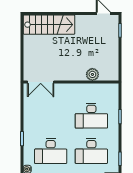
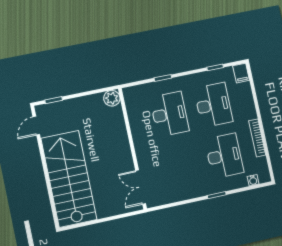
stairs: (49, 25) -> (69, 179), width x1.36, depth x1.51
plant: (92, 74) -> (112, 98), moved
double door: (41, 82) -> (141, 187), swing flipped

